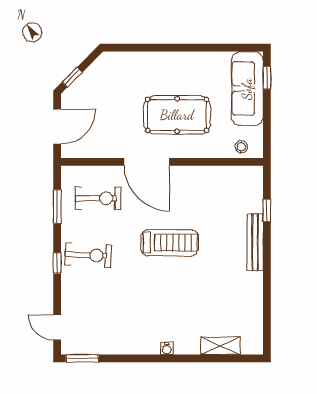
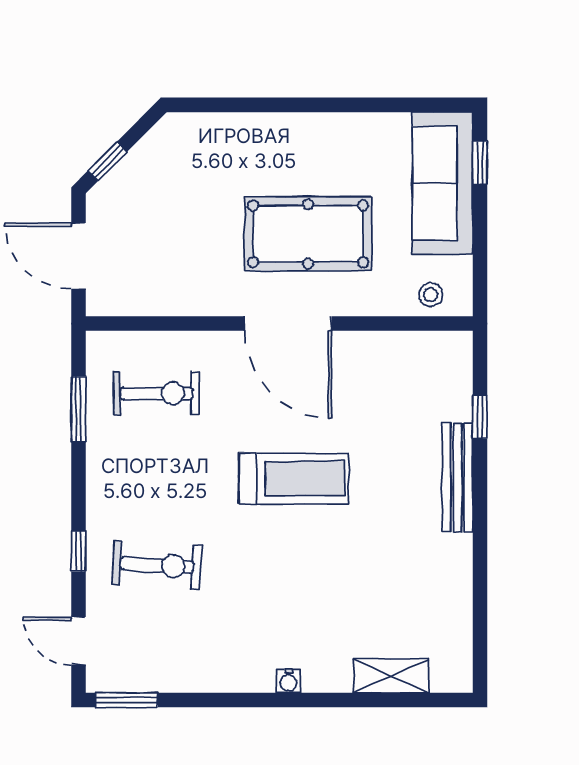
door: (57, 127) -> (78, 256), swing flipped
door: (147, 162) -> (288, 324), moved
exercise bike: (88, 255) -> (157, 565), moved
window: (57, 263) -> (78, 551), moved

